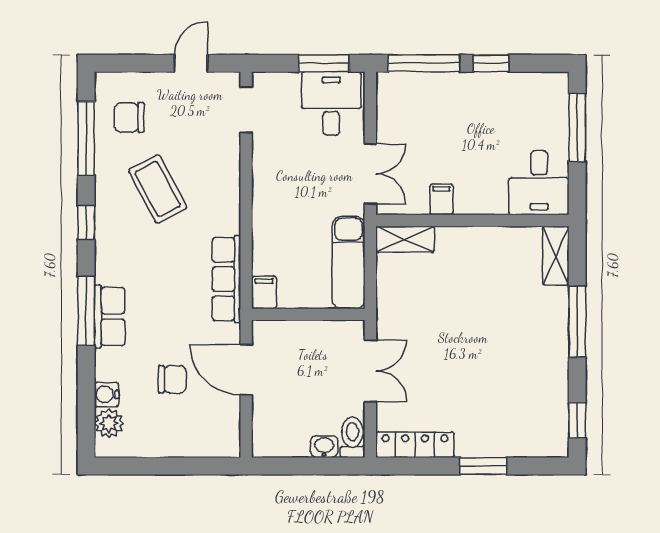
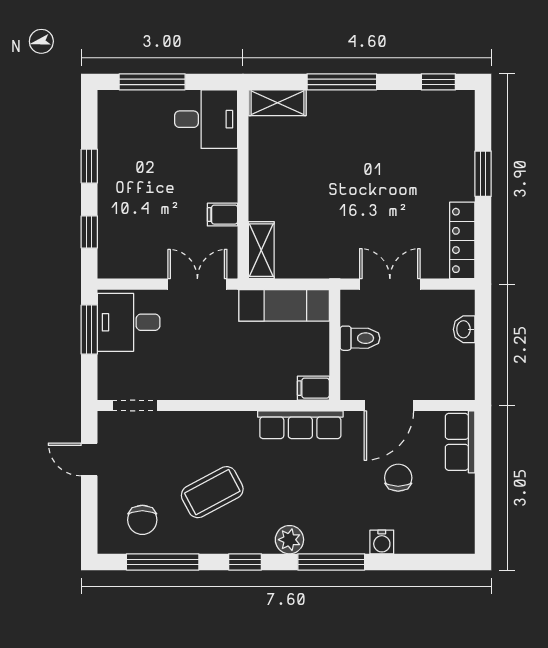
window: (424, 63) -> (89, 232), width x0.46
row of seats: (110, 316) -> (460, 442), moved, turned -90
water cooler: (107, 395) -> (382, 542), moved
plant: (109, 423) -> (289, 540), moved
toilet: (352, 437) -> (360, 338), moved, turned 180

